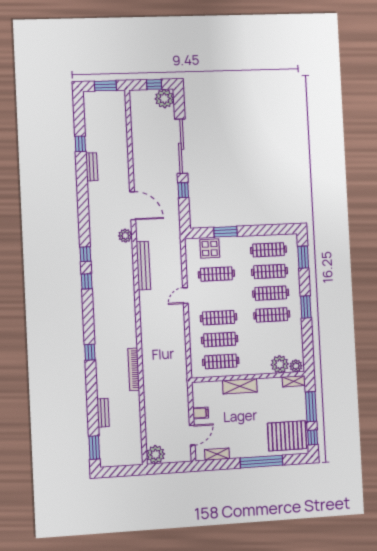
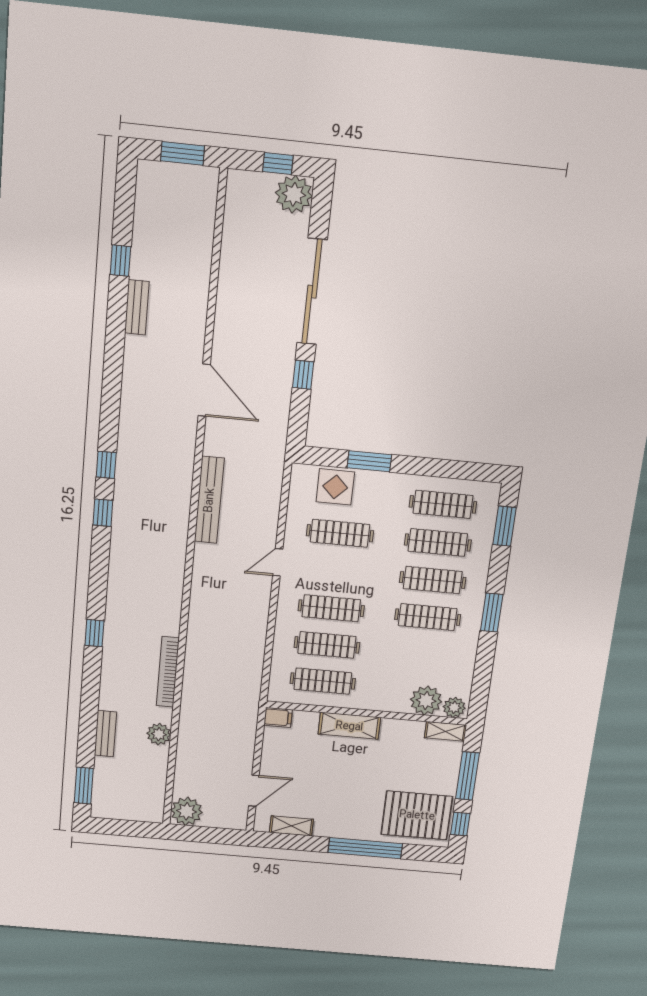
plant: (125, 236) -> (159, 734), moved
filing cabinet: (201, 413) -> (278, 717), moved

